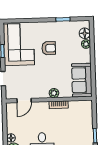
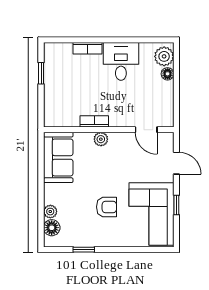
armchair: (49, 48) -> (107, 207), turned 180
door: (24, 100) -> (146, 130), swing flipped

